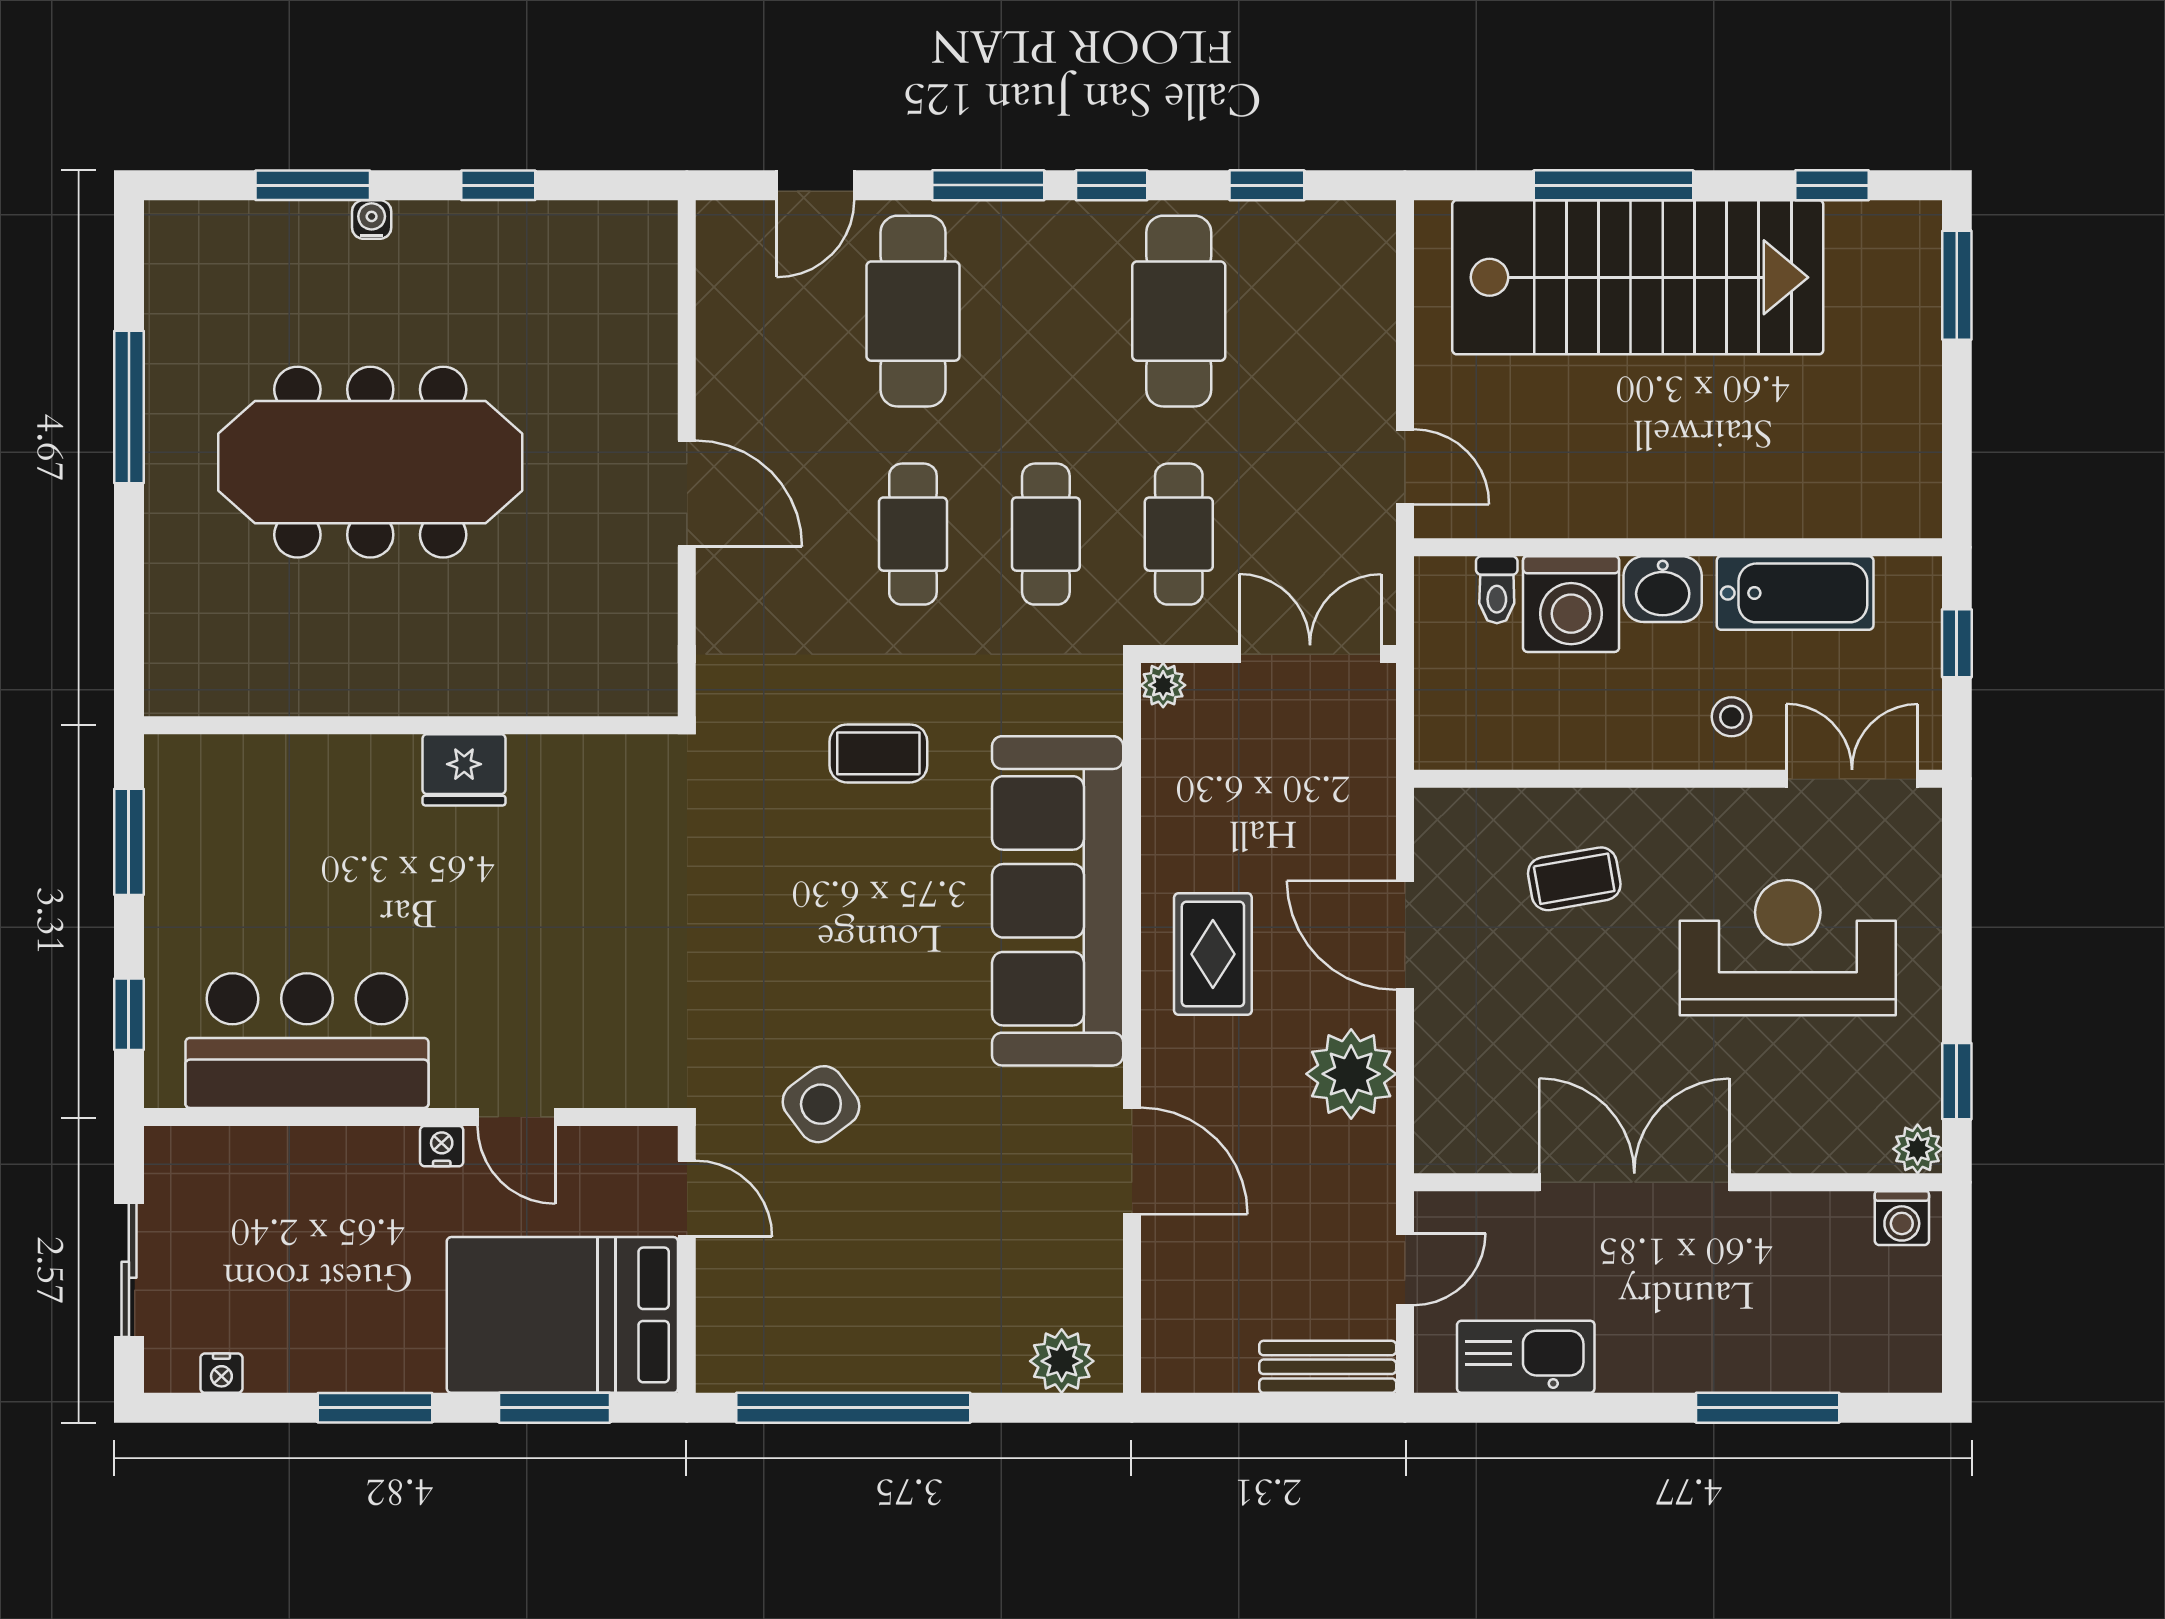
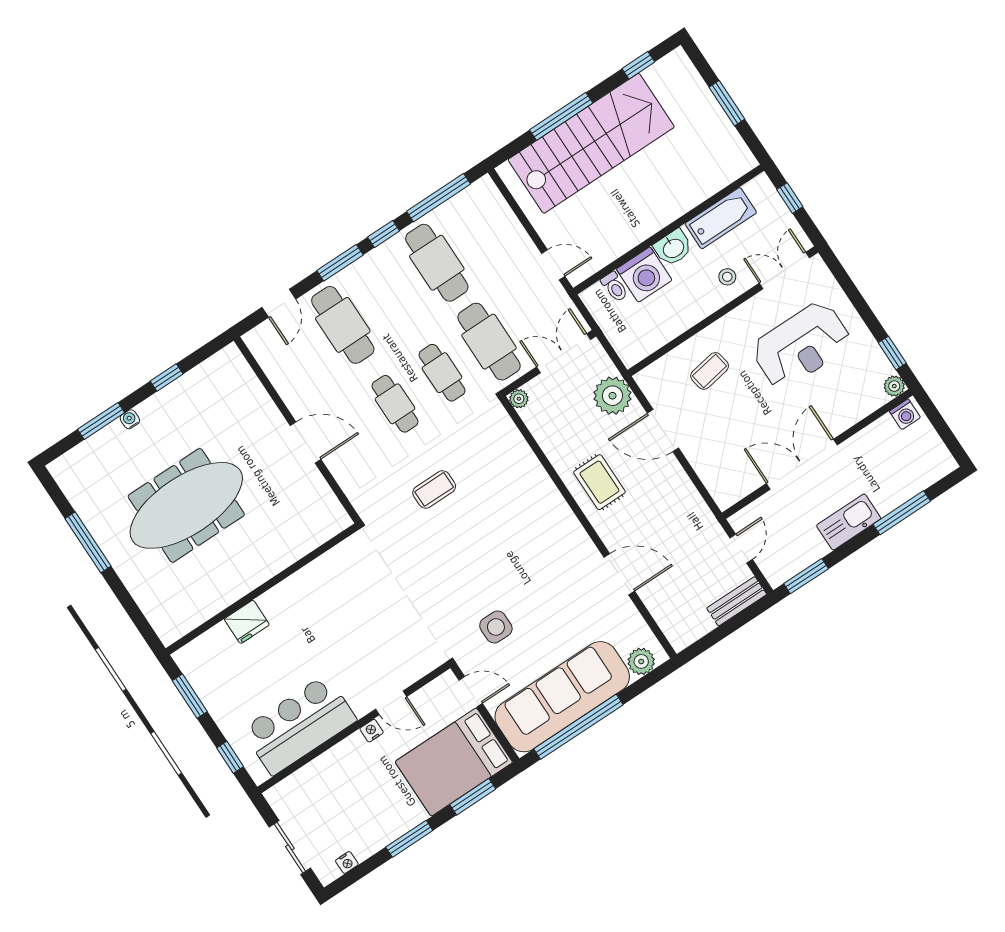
window: (1267, 185) -> (438, 198), width x2.17
window: (1957, 285) -> (727, 103), moved
cafe table: (1179, 534) -> (489, 342), width x1.37, depth x1.35
fridge: (464, 770) -> (247, 622), moved
sofa: (1058, 901) -> (562, 697), moved, turned 90
reception desk: (1788, 948) -> (801, 345), turned 180
plant: (1351, 1074) -> (612, 396), moved
side table: (821, 1104) -> (496, 627), turned 37
kitchen sink: (1526, 1357) -> (849, 522), moved
window: (1497, 1408) -> (806, 576), added

